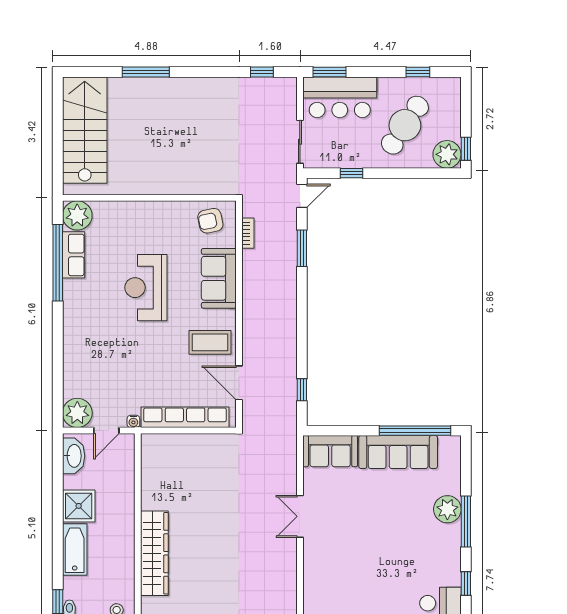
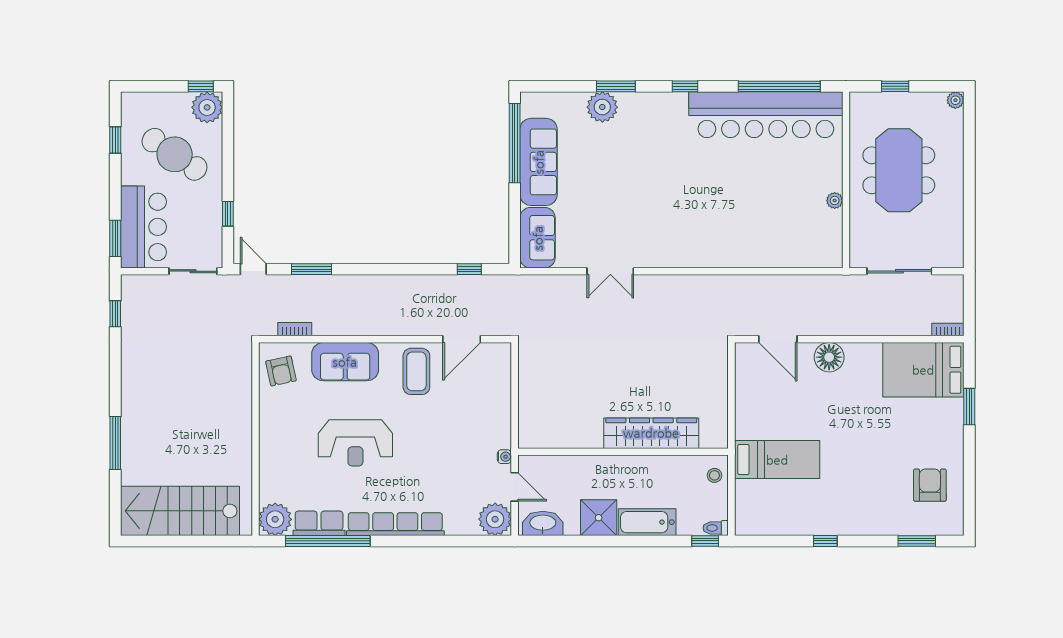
row of seats: (185, 417) -> (395, 524), moved, turned 90
window: (466, 521) -> (616, 86), width x0.69

